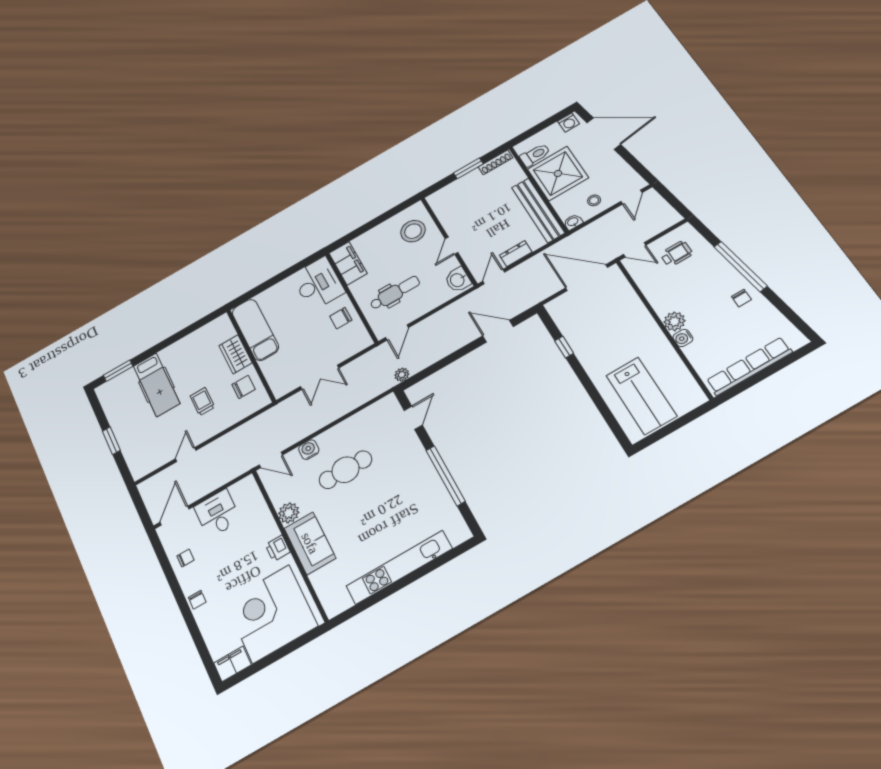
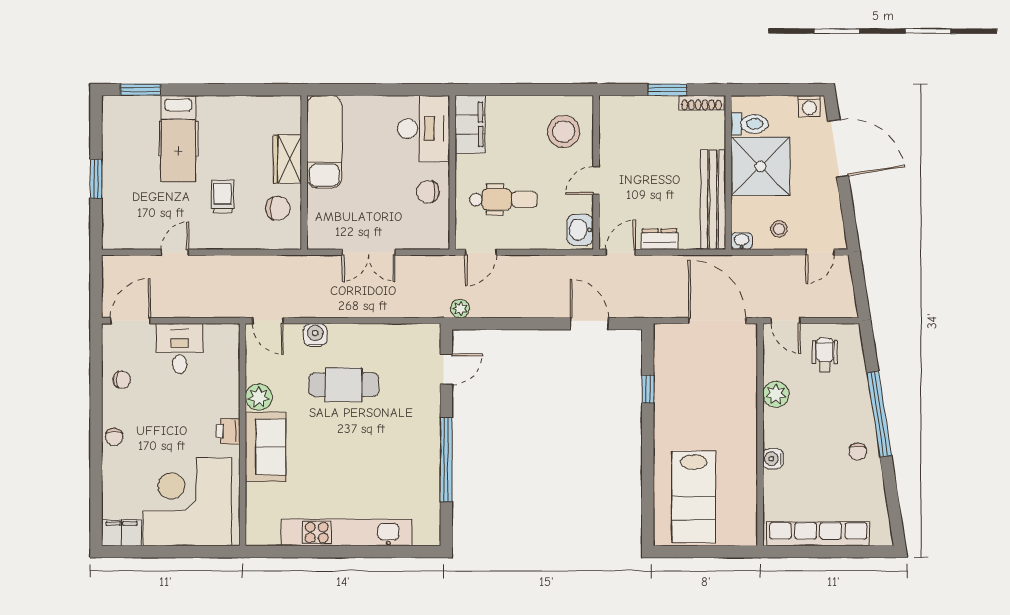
wheelchair: (676, 254) -> (825, 355), turned -90
plant: (674, 321) -> (776, 394), moved

